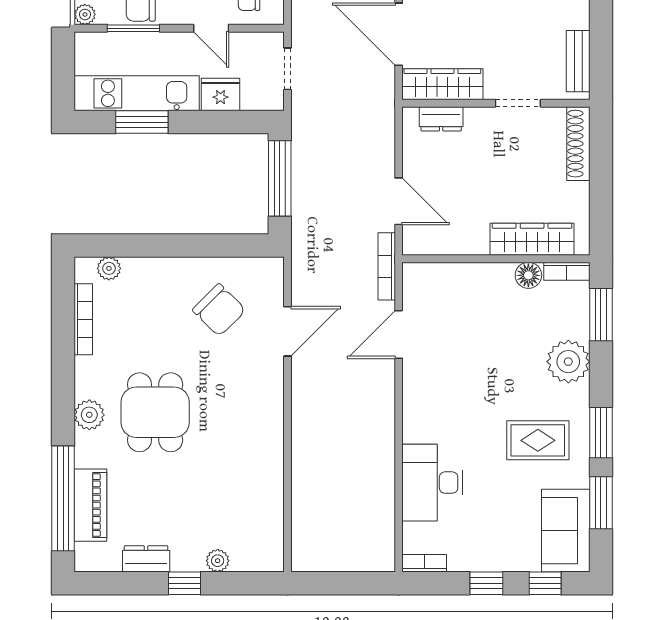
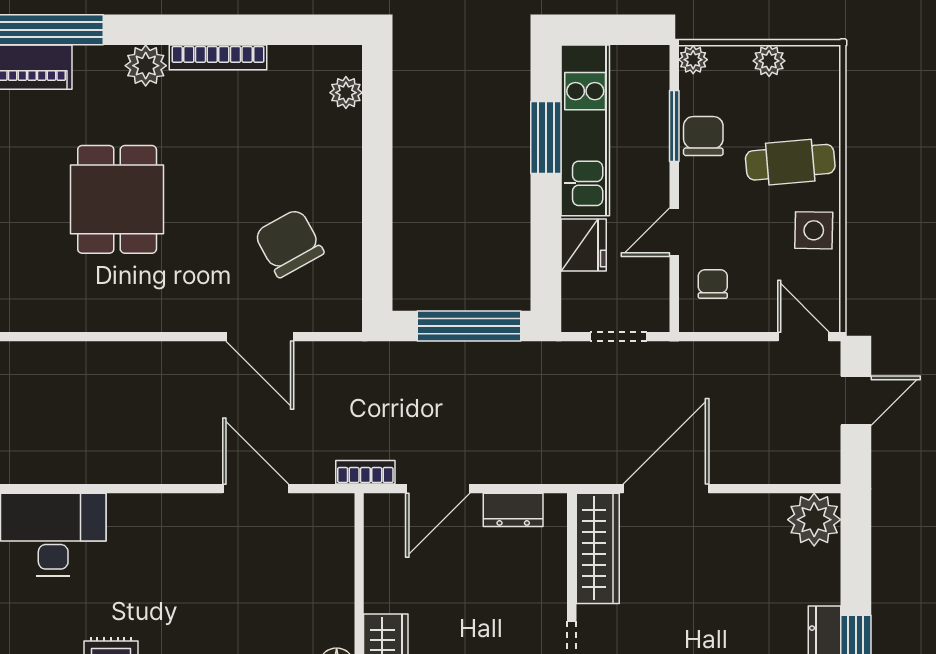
dresser: (441, 119) -> (513, 510), moved, turned -90
bookcase: (387, 266) -> (365, 472), width x0.64
chair: (219, 310) -> (289, 243), turned 106
bookcase: (83, 319) -> (218, 57), moved
dining table: (155, 412) -> (117, 199), moved, turned 90

